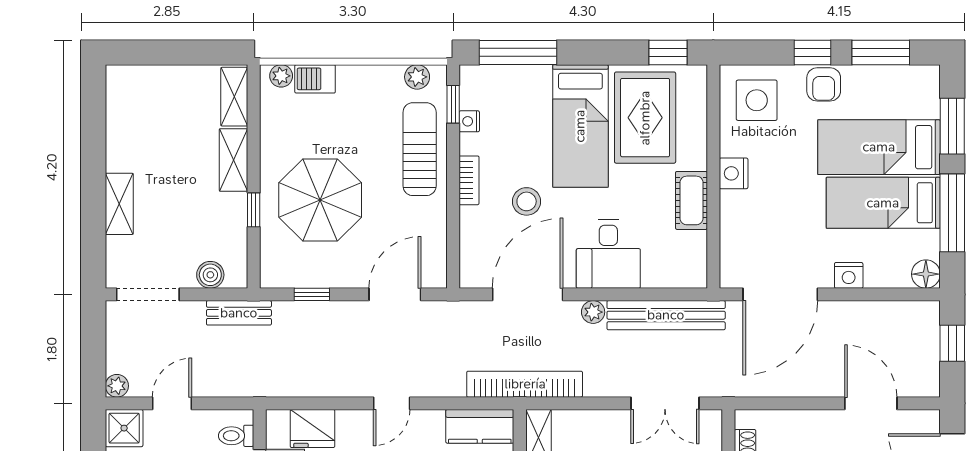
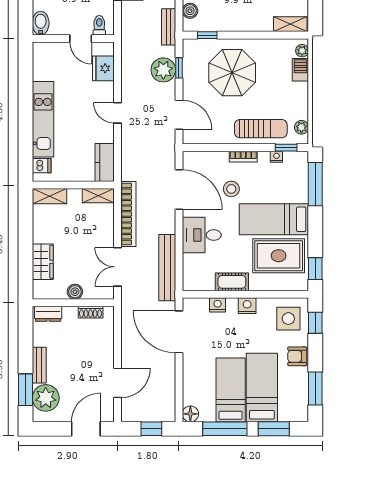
window: (813, 52) -> (315, 323), moved
shelving: (233, 160) -> (255, 24), removed
window: (254, 210) -> (207, 35), moved
nightstand: (849, 275) -> (218, 305), moved, turned 90
plant: (593, 312) -> (163, 70), moved, width x1.87, depth x1.87
bookcase: (525, 384) -> (128, 214), moved

